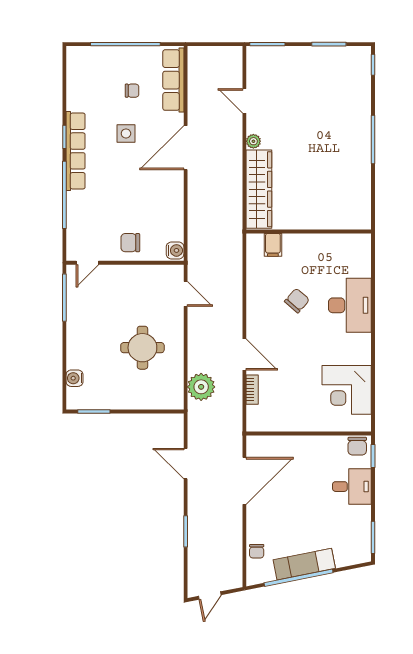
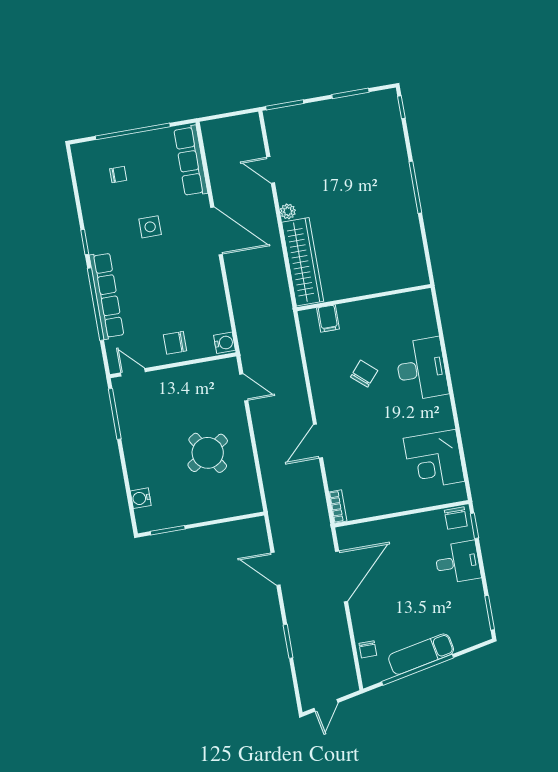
chair: (132, 91) -> (118, 175), moved
door: (186, 148) -> (216, 231), swing flipped
row of seats: (76, 151) -> (107, 296), moved
door: (87, 263) -> (133, 372), swing flipped
round table: (142, 348) -> (208, 453), turned -33
door: (244, 354) -> (318, 441), swing flipped
plant: (201, 387) -> (278, 484), removed
bookcase: (252, 390) -> (338, 507), moved

